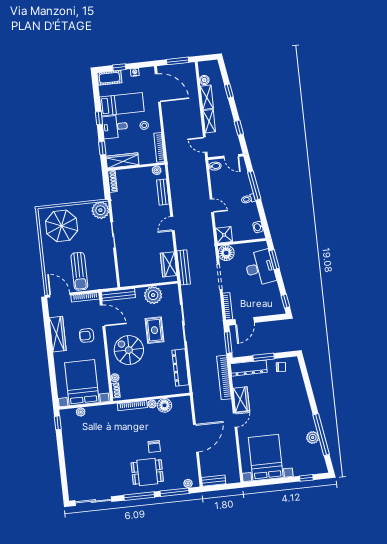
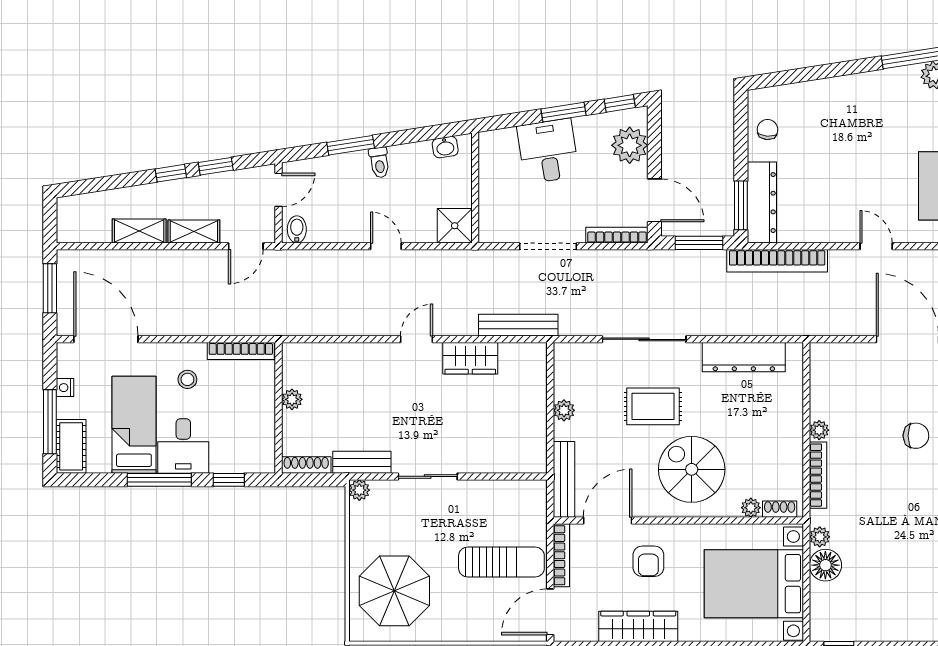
window: (119, 67) -> (50, 422), width x2.17
boiler: (204, 80) -> (100, 232), removed
door: (158, 88) -> (106, 339), hinge flipped
window: (229, 91) -> (171, 173), moved
window: (99, 118) -> (159, 480), width x2.17
wardrobe: (122, 160) -> (261, 437), removed
plant: (157, 170) -> (292, 399), moved
window: (254, 186) -> (351, 145), width x0.69
bench: (163, 192) -> (362, 462), moved
door: (212, 206) -> (386, 246), hinge flipped
plant: (100, 210) -> (359, 490), width x0.53, depth x0.53
door: (173, 224) -> (417, 339), swing flipped
floor lamp: (226, 253) -> (496, 225), removed
window: (274, 260) -> (563, 112), moved
wardrobe: (169, 264) -> (470, 358), moved
desk: (260, 268) -> (548, 151), width x0.73
plant: (153, 295) -> (564, 410), width x0.53, depth x0.53
plant: (267, 308) -> (630, 145), added
spiral stairs: (129, 350) -> (692, 469), turned 90
window: (264, 357) -> (741, 205), moved
wardrobe: (241, 399) -> (831, 227), removed
floor lamp: (164, 405) -> (825, 565), moved
plant: (81, 412) -> (820, 537), moved

